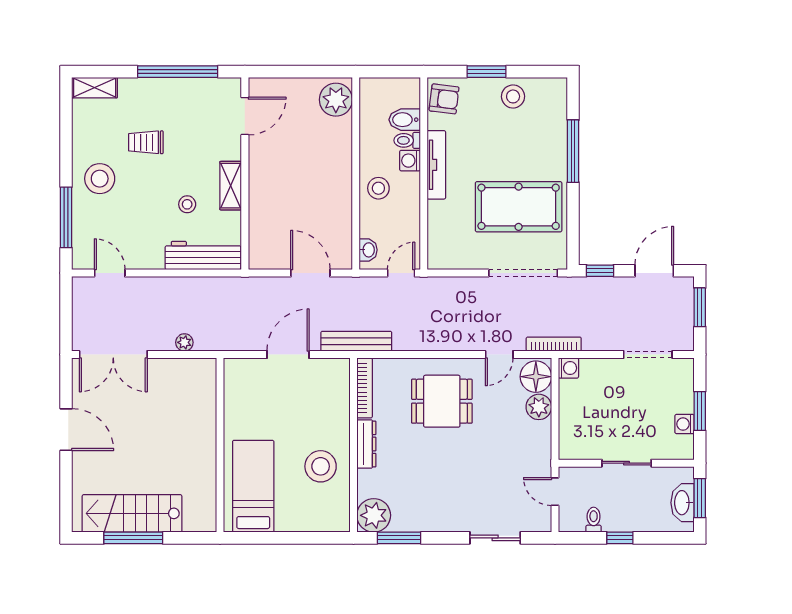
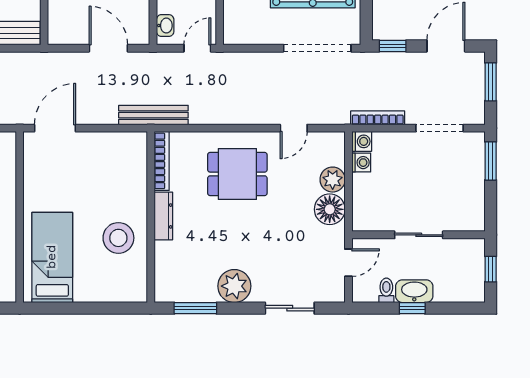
bookcase: (554, 344) -> (378, 118), moved
door: (288, 355) -> (55, 128), moved
floor lamp: (536, 377) -> (330, 209), moved
window: (700, 411) -> (491, 161), moved
washing machine: (685, 424) -> (361, 163), moved, turned 180
door: (555, 492) -> (348, 263), swing flipped
window: (700, 498) -> (491, 269), width x0.67
washbasin: (683, 503) -> (414, 291), moved, turned 90
plant: (374, 515) -> (234, 286), moved

